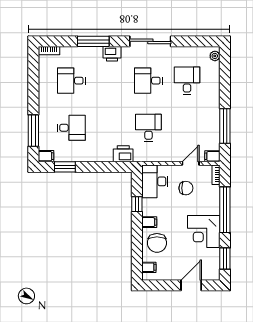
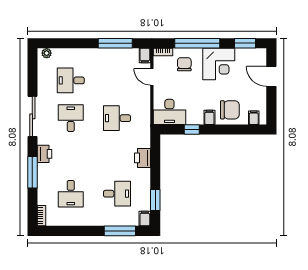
desk: (148, 81) -> (71, 118), turned 180
desk: (71, 128) -> (117, 194), turned 90
printer: (123, 154) -> (142, 158), moved
chair: (186, 188) -> (184, 64), moved

